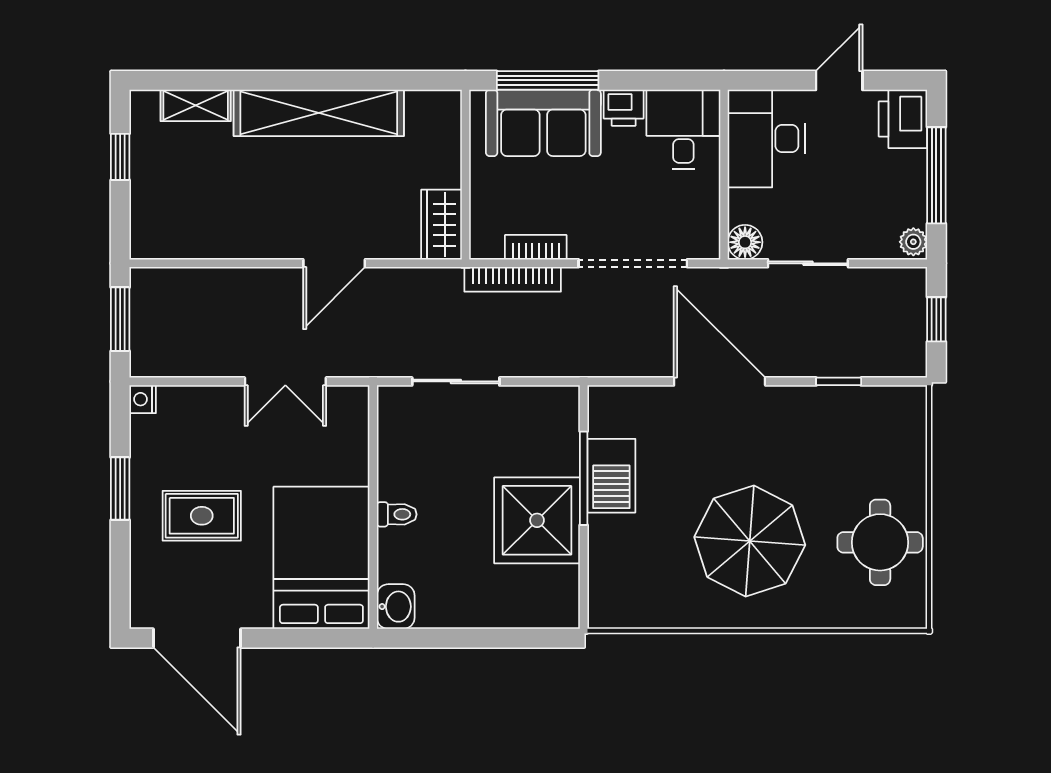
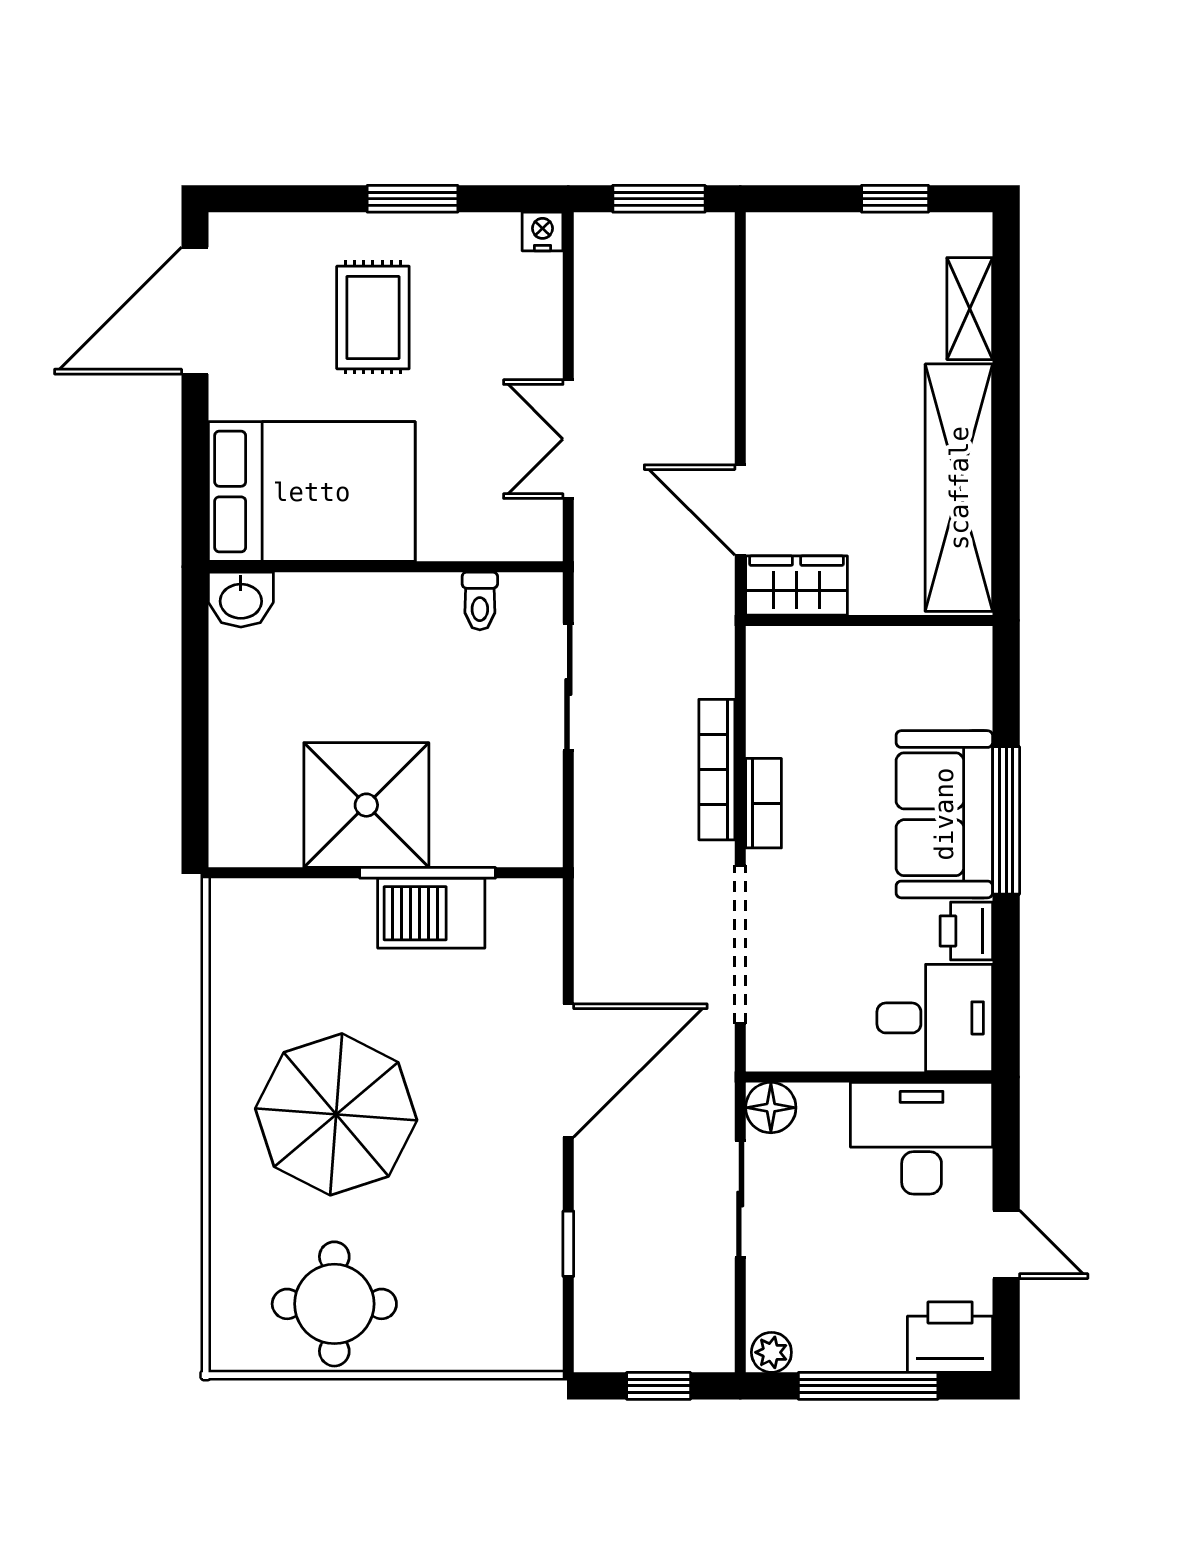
wall: (465, 175) -> (869, 620), moved
wardrobe: (441, 225) -> (797, 585), moved
toilet: (397, 514) -> (480, 601), moved

